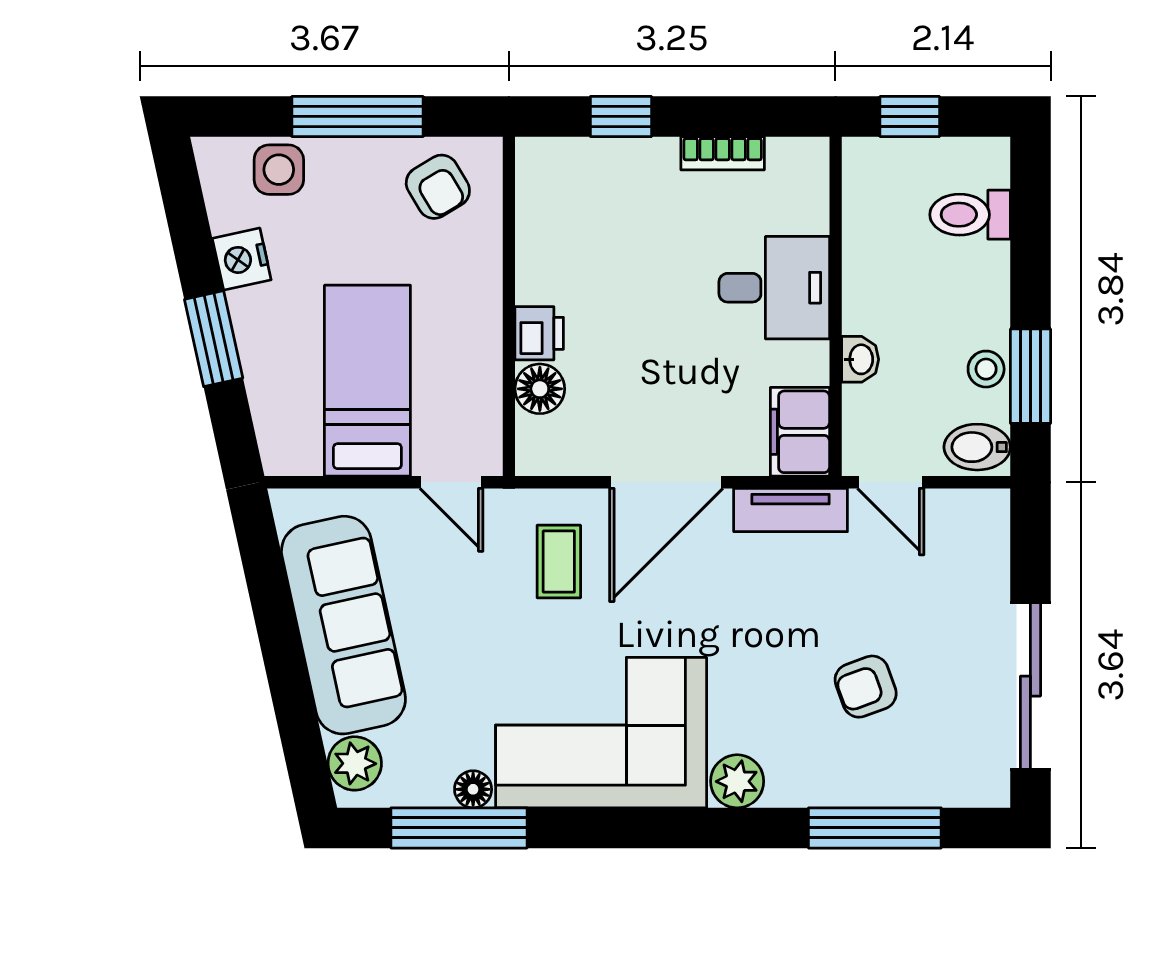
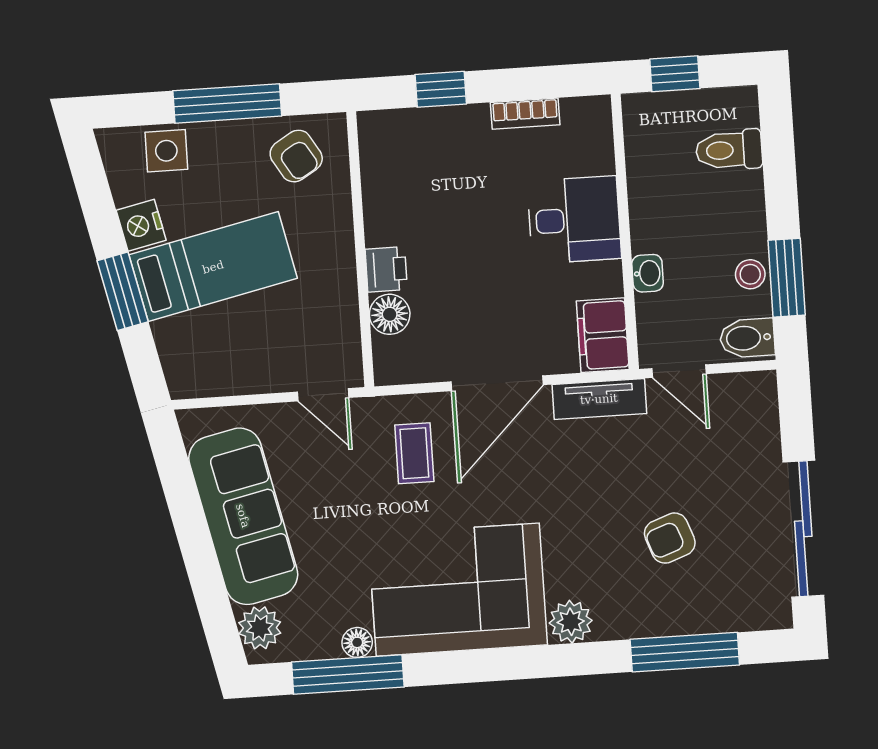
bed: (367, 381) -> (213, 267), moved, turned 78

